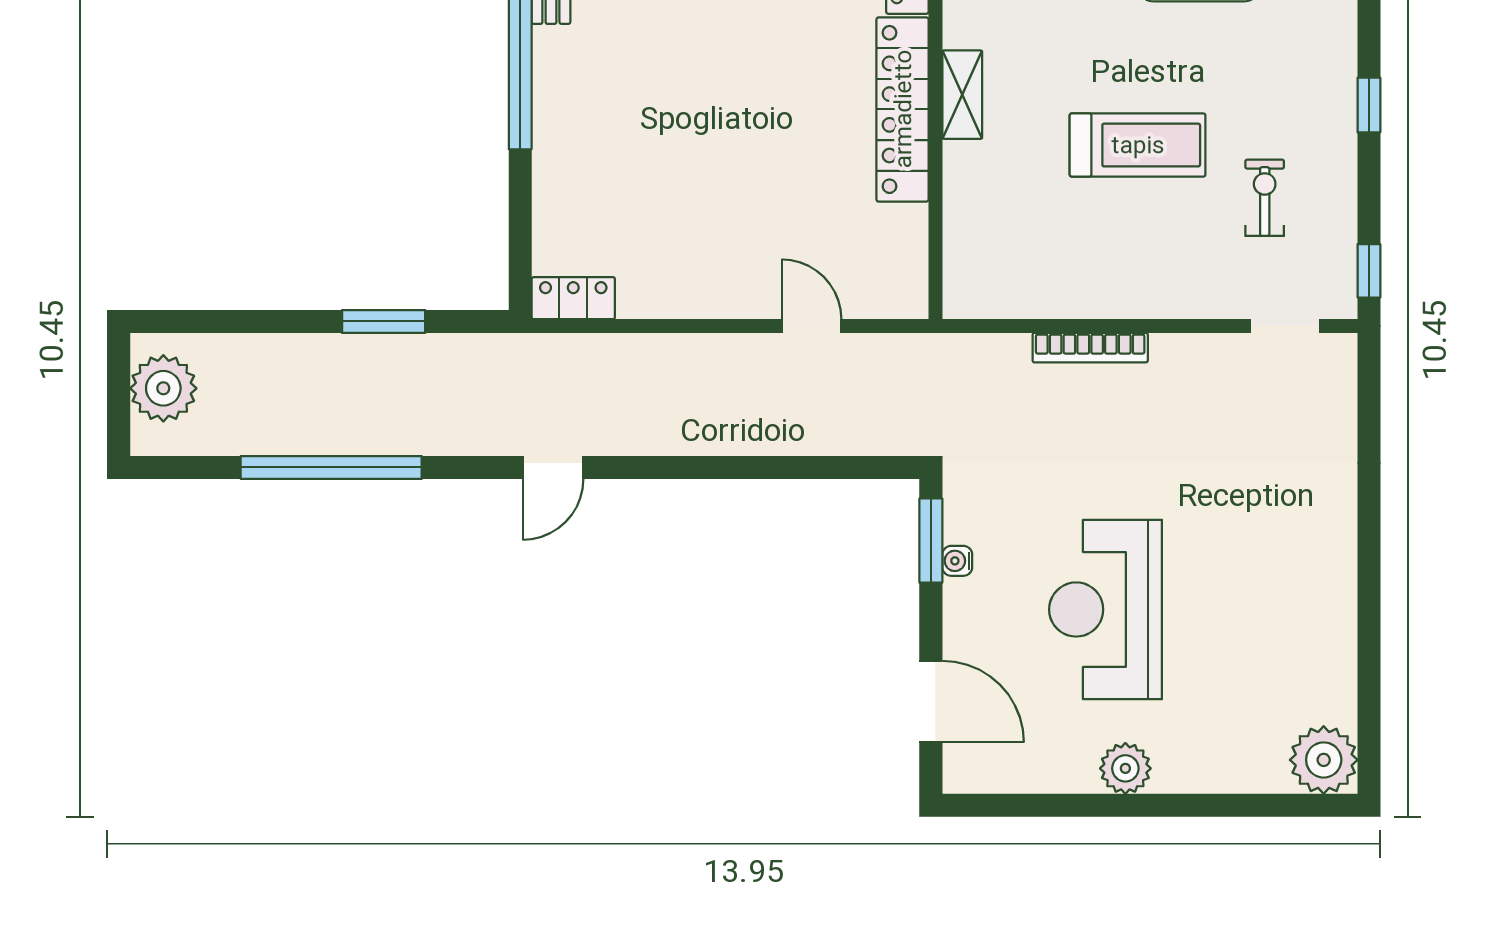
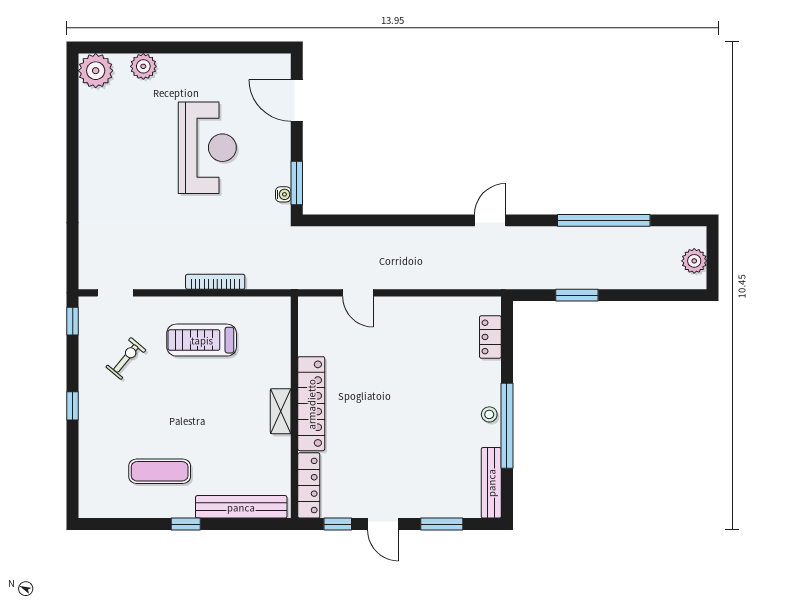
stool: (555, 88) -> (489, 414), added
treadmill: (1138, 145) -> (202, 340), moved
exercise bike: (1265, 198) -> (126, 358), turned -140
locker: (573, 298) -> (490, 337), moved, turned 90
plant: (163, 388) -> (694, 261), width x0.73, depth x0.73
water cooler: (957, 561) -> (283, 194), moved
plant: (1125, 768) -> (143, 66), moved

